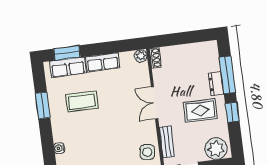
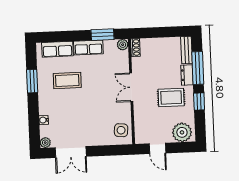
window: (67, 53) -> (103, 35), moved
bench: (167, 142) -> (186, 50), moved

